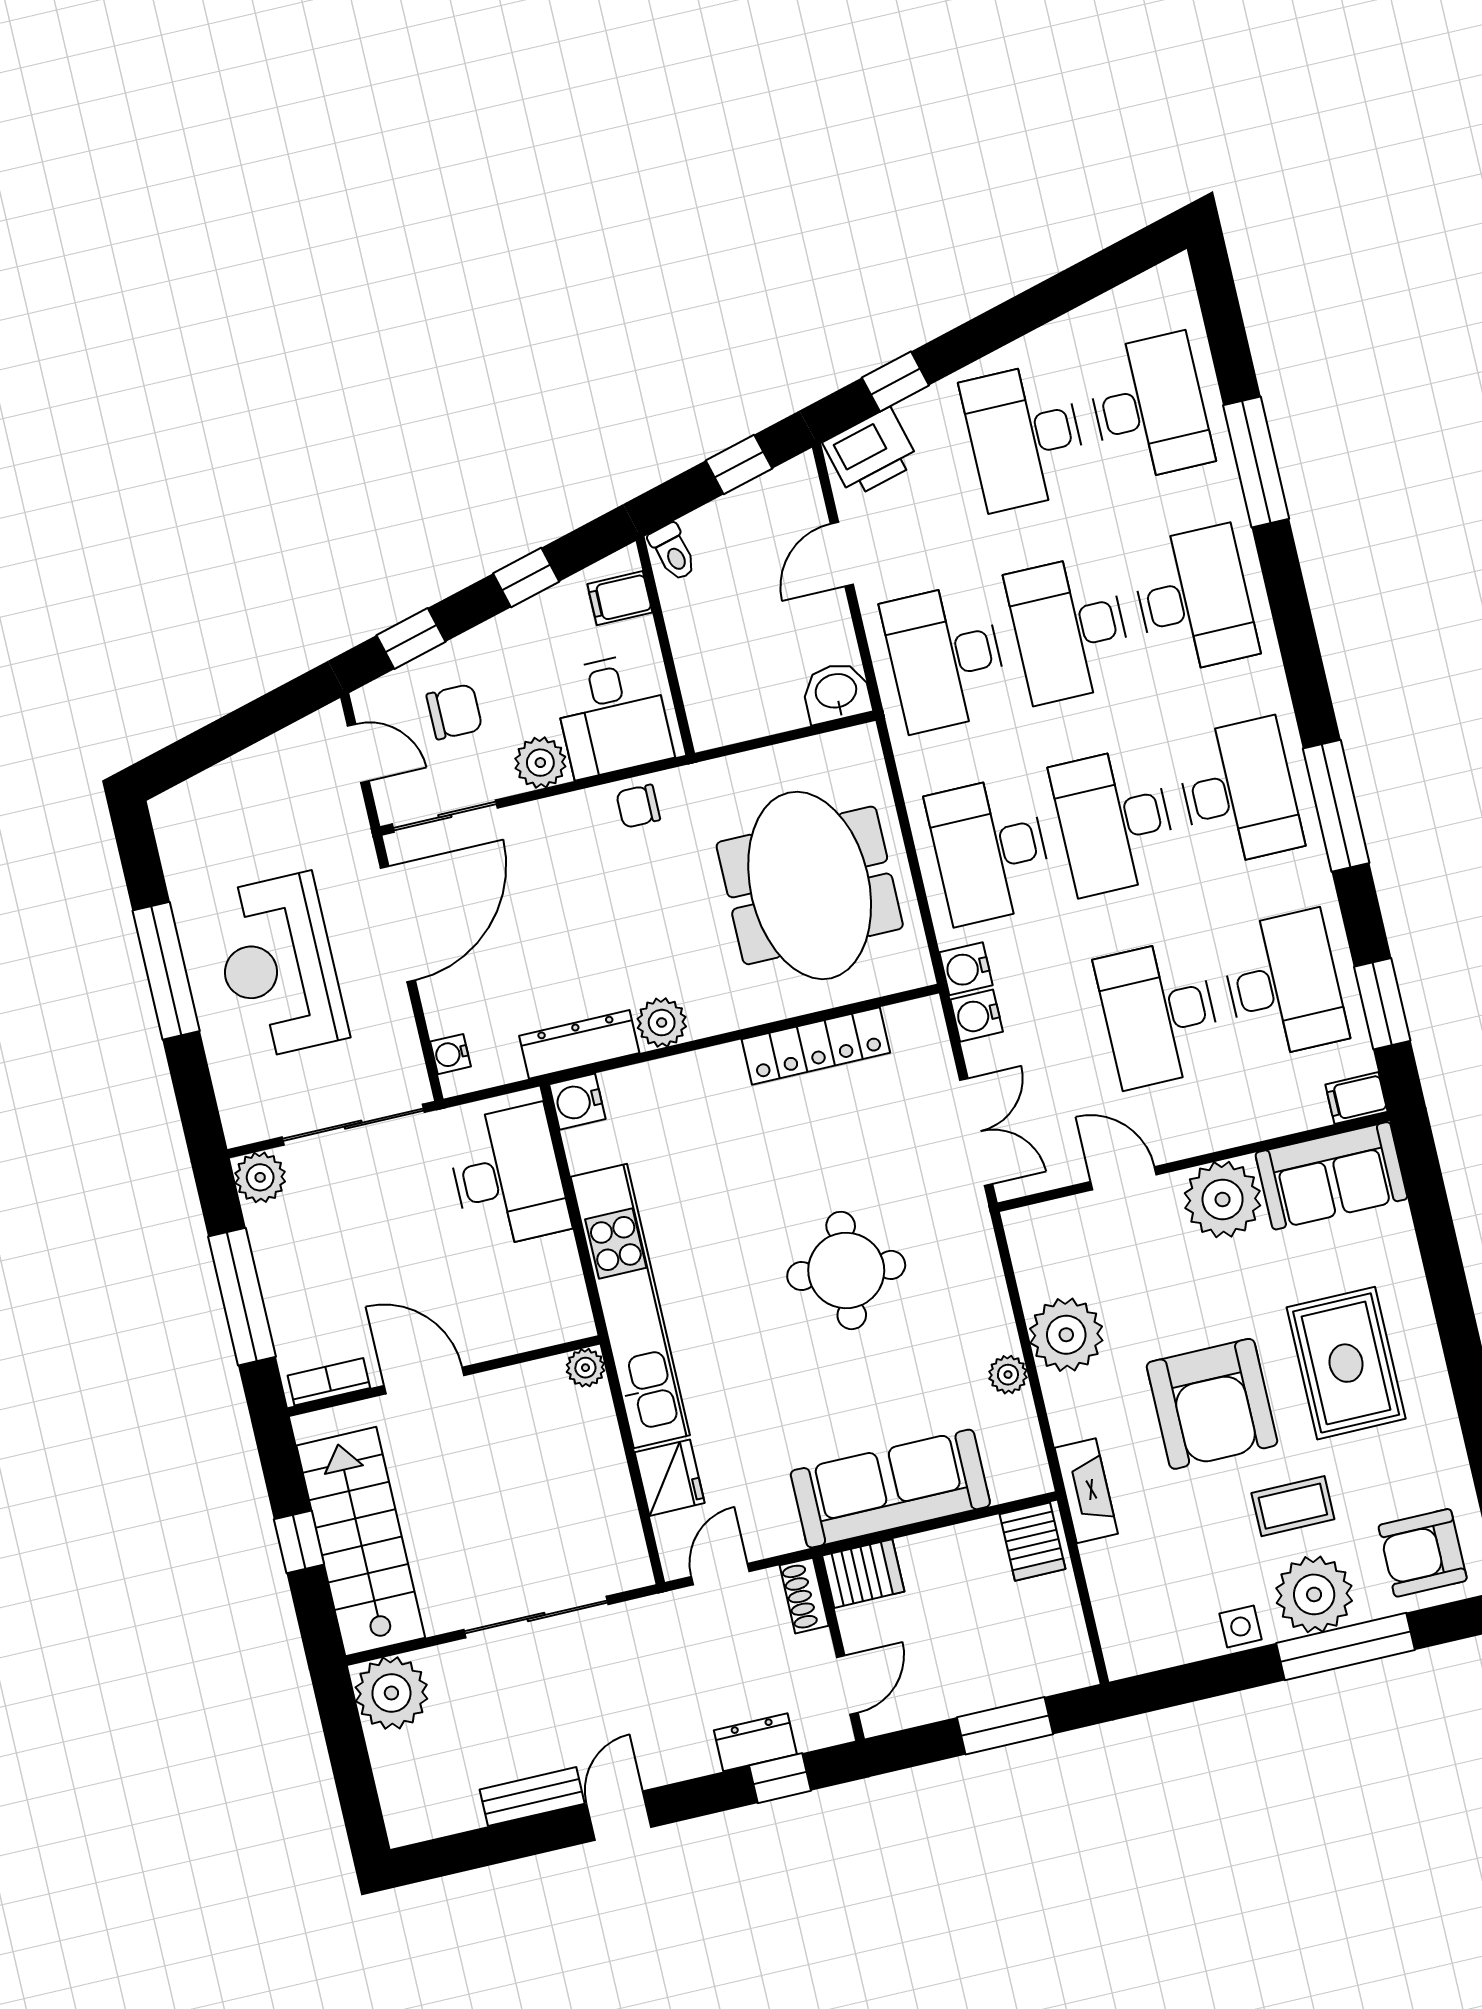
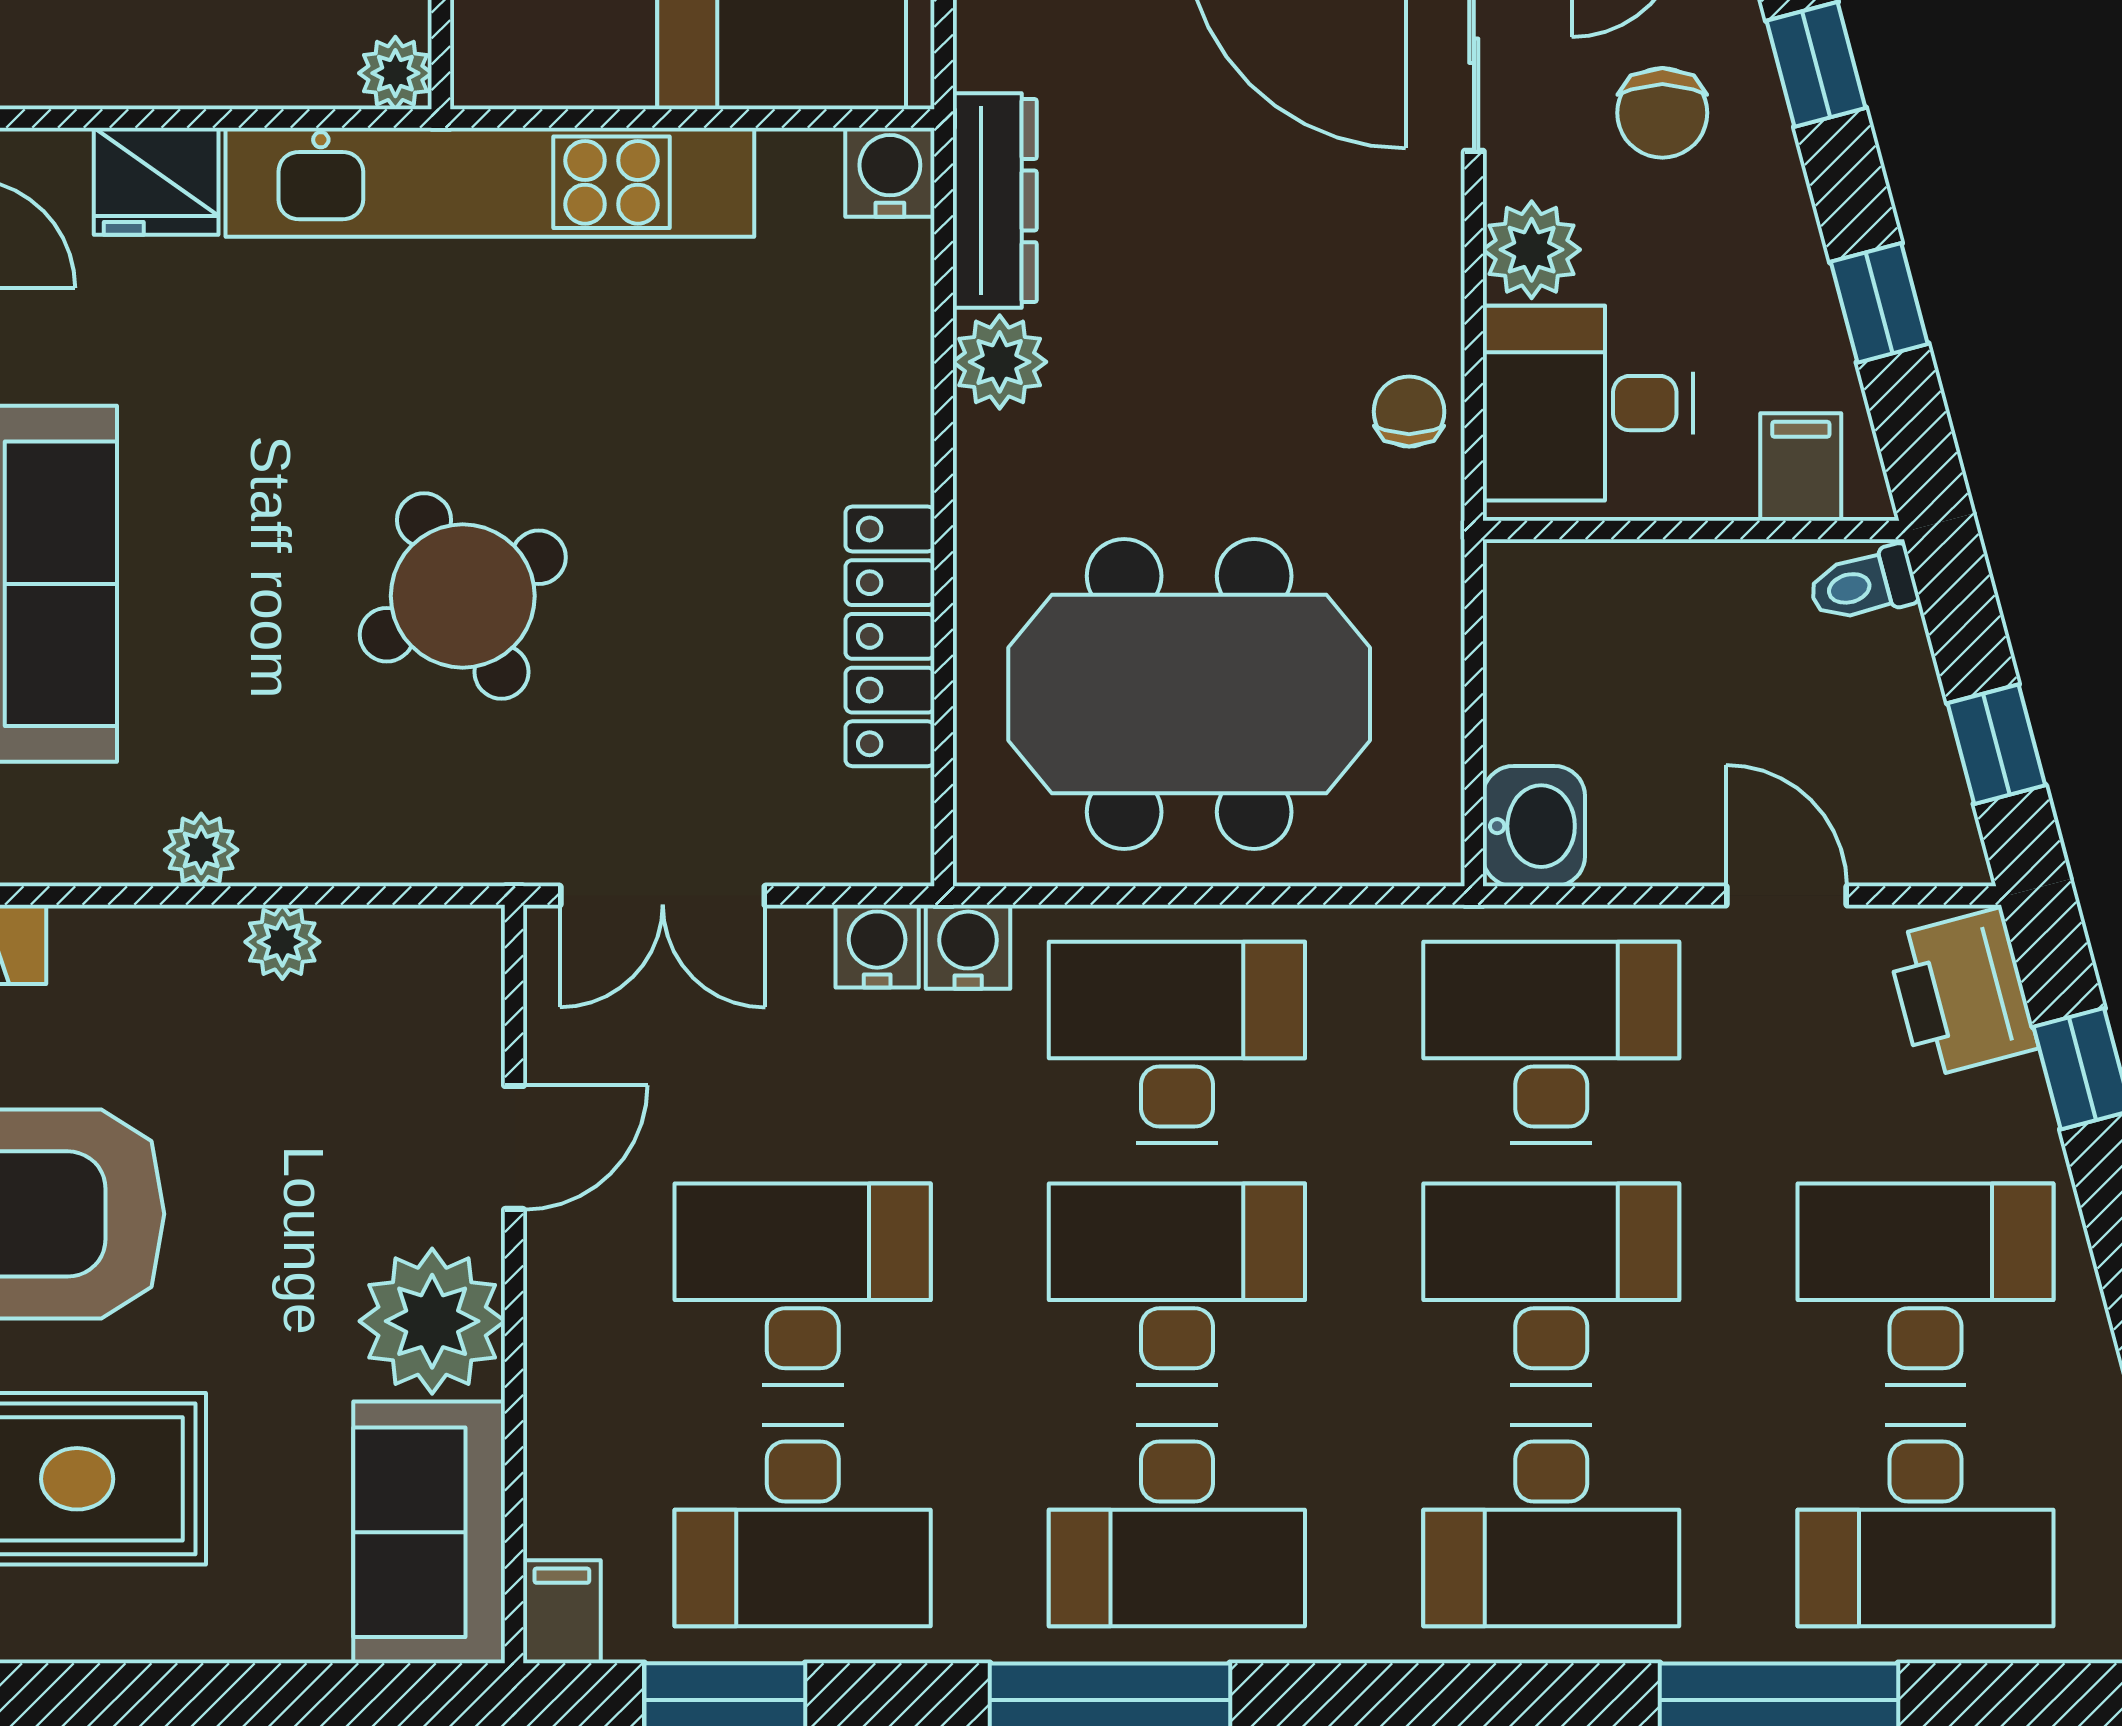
round table: (846, 1270) -> (463, 596), turned -33
plant: (1066, 1335) -> (282, 942), width x0.53, depth x0.53

